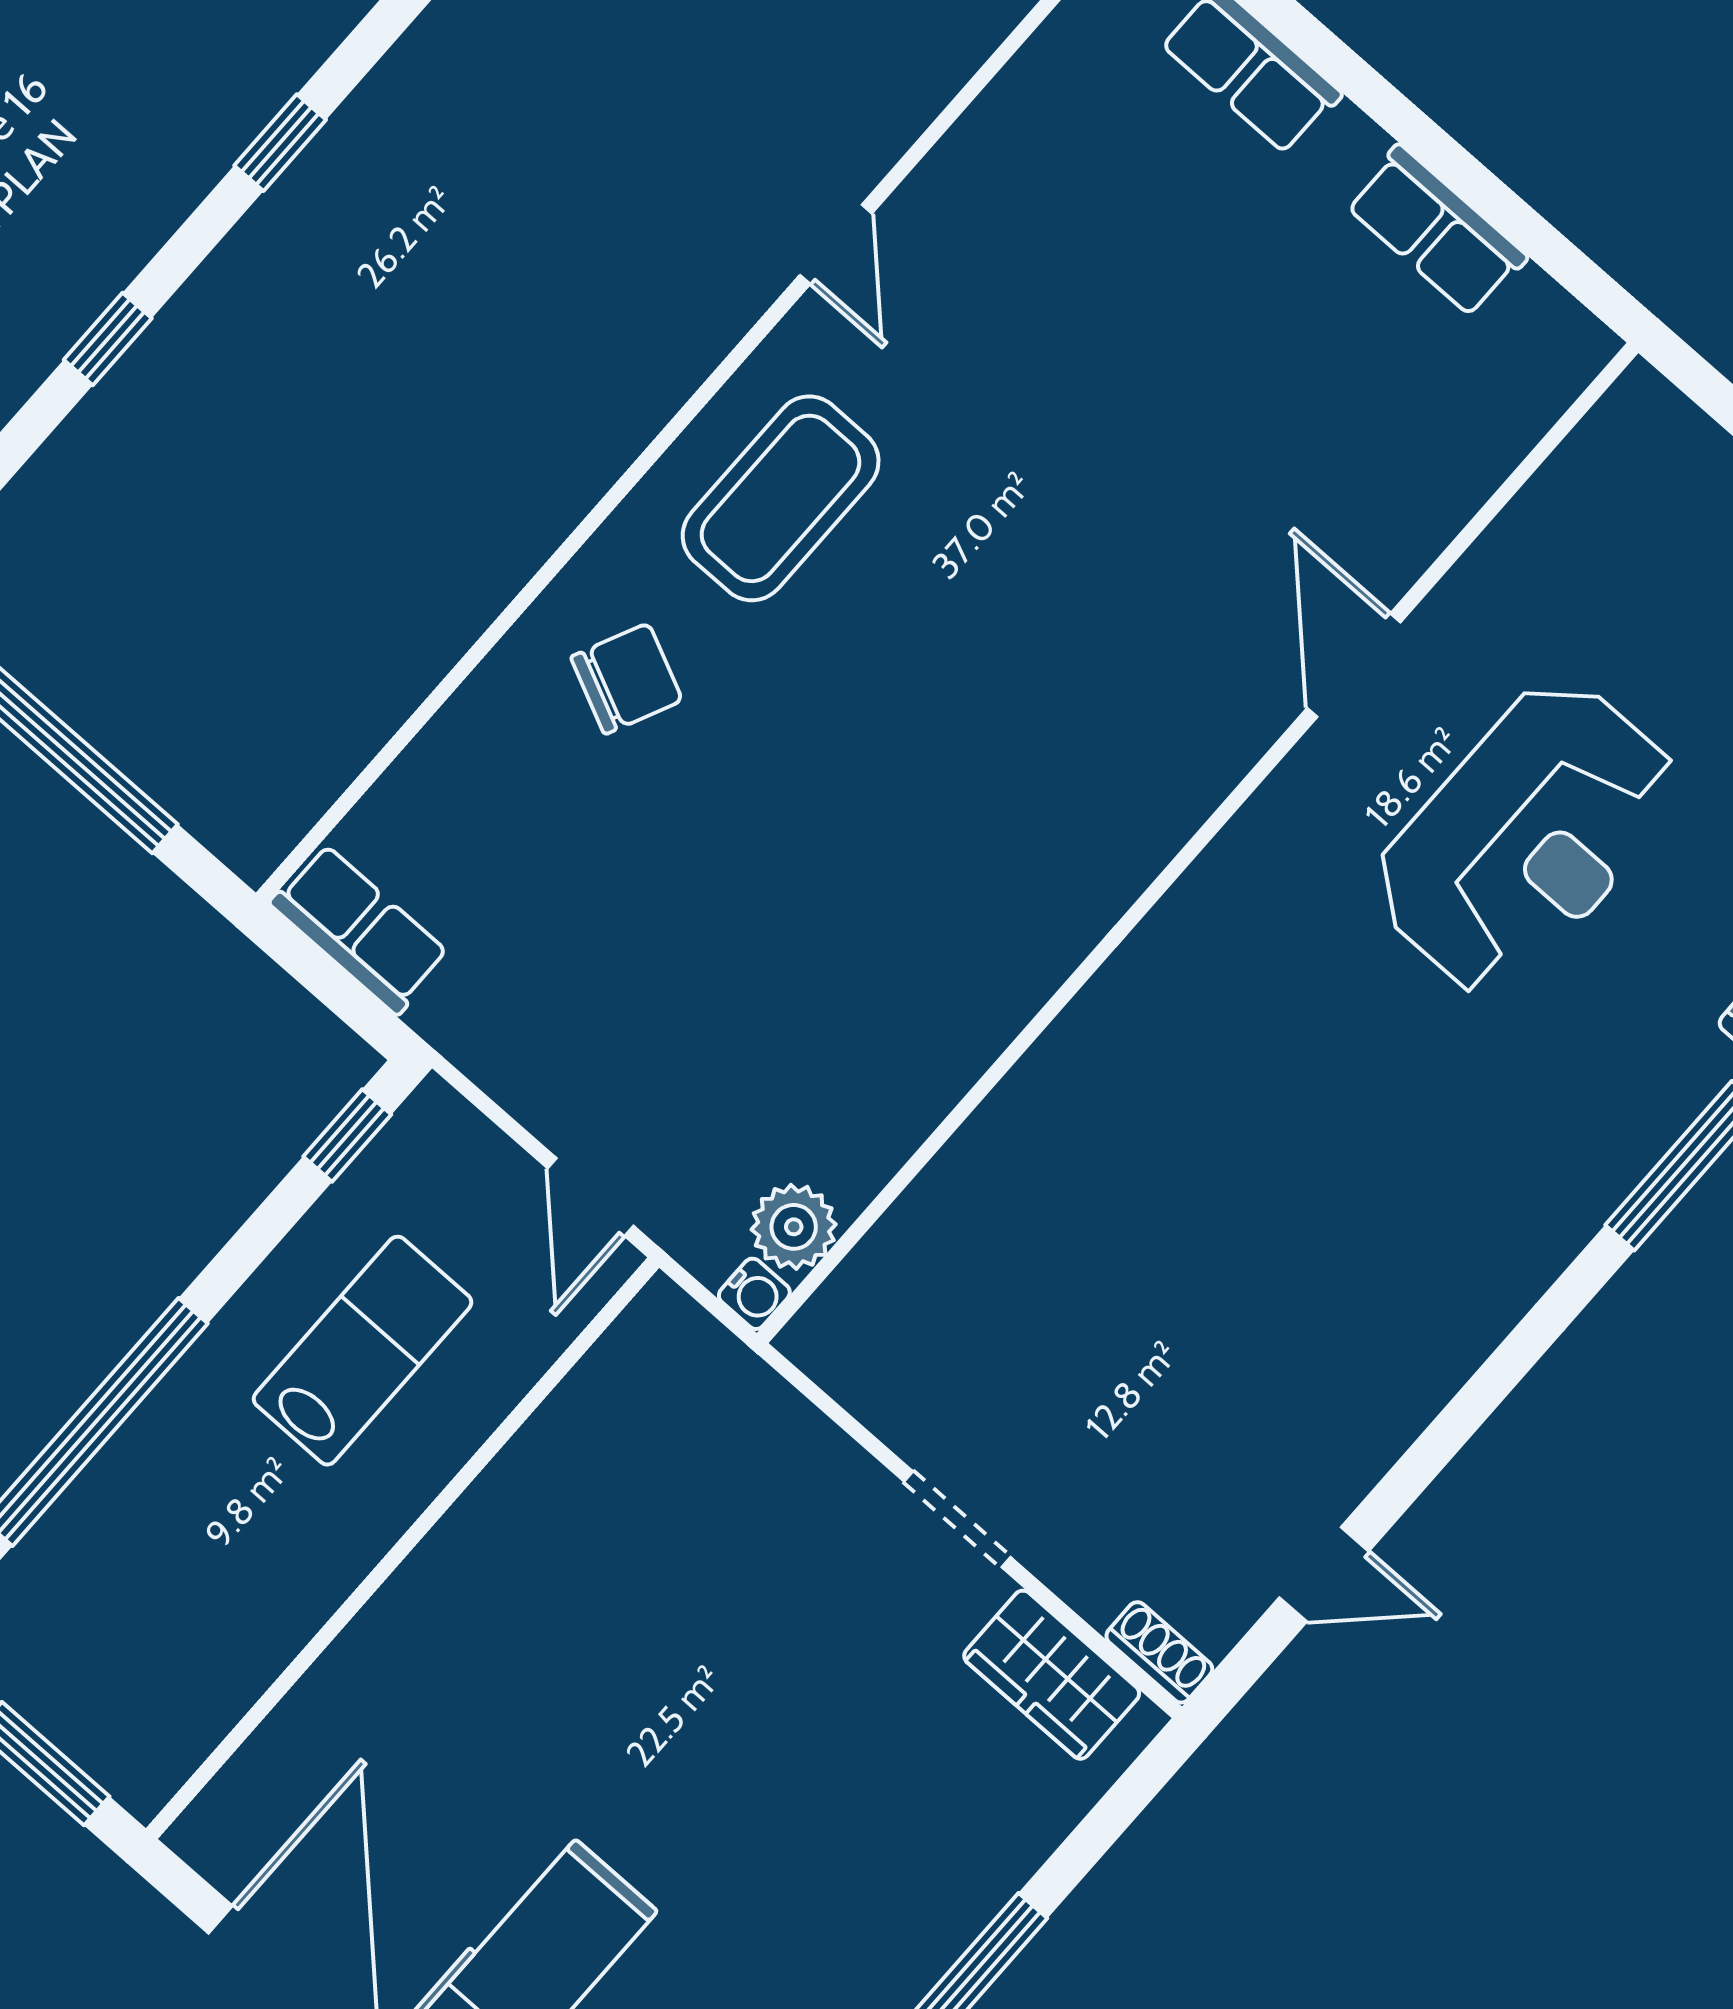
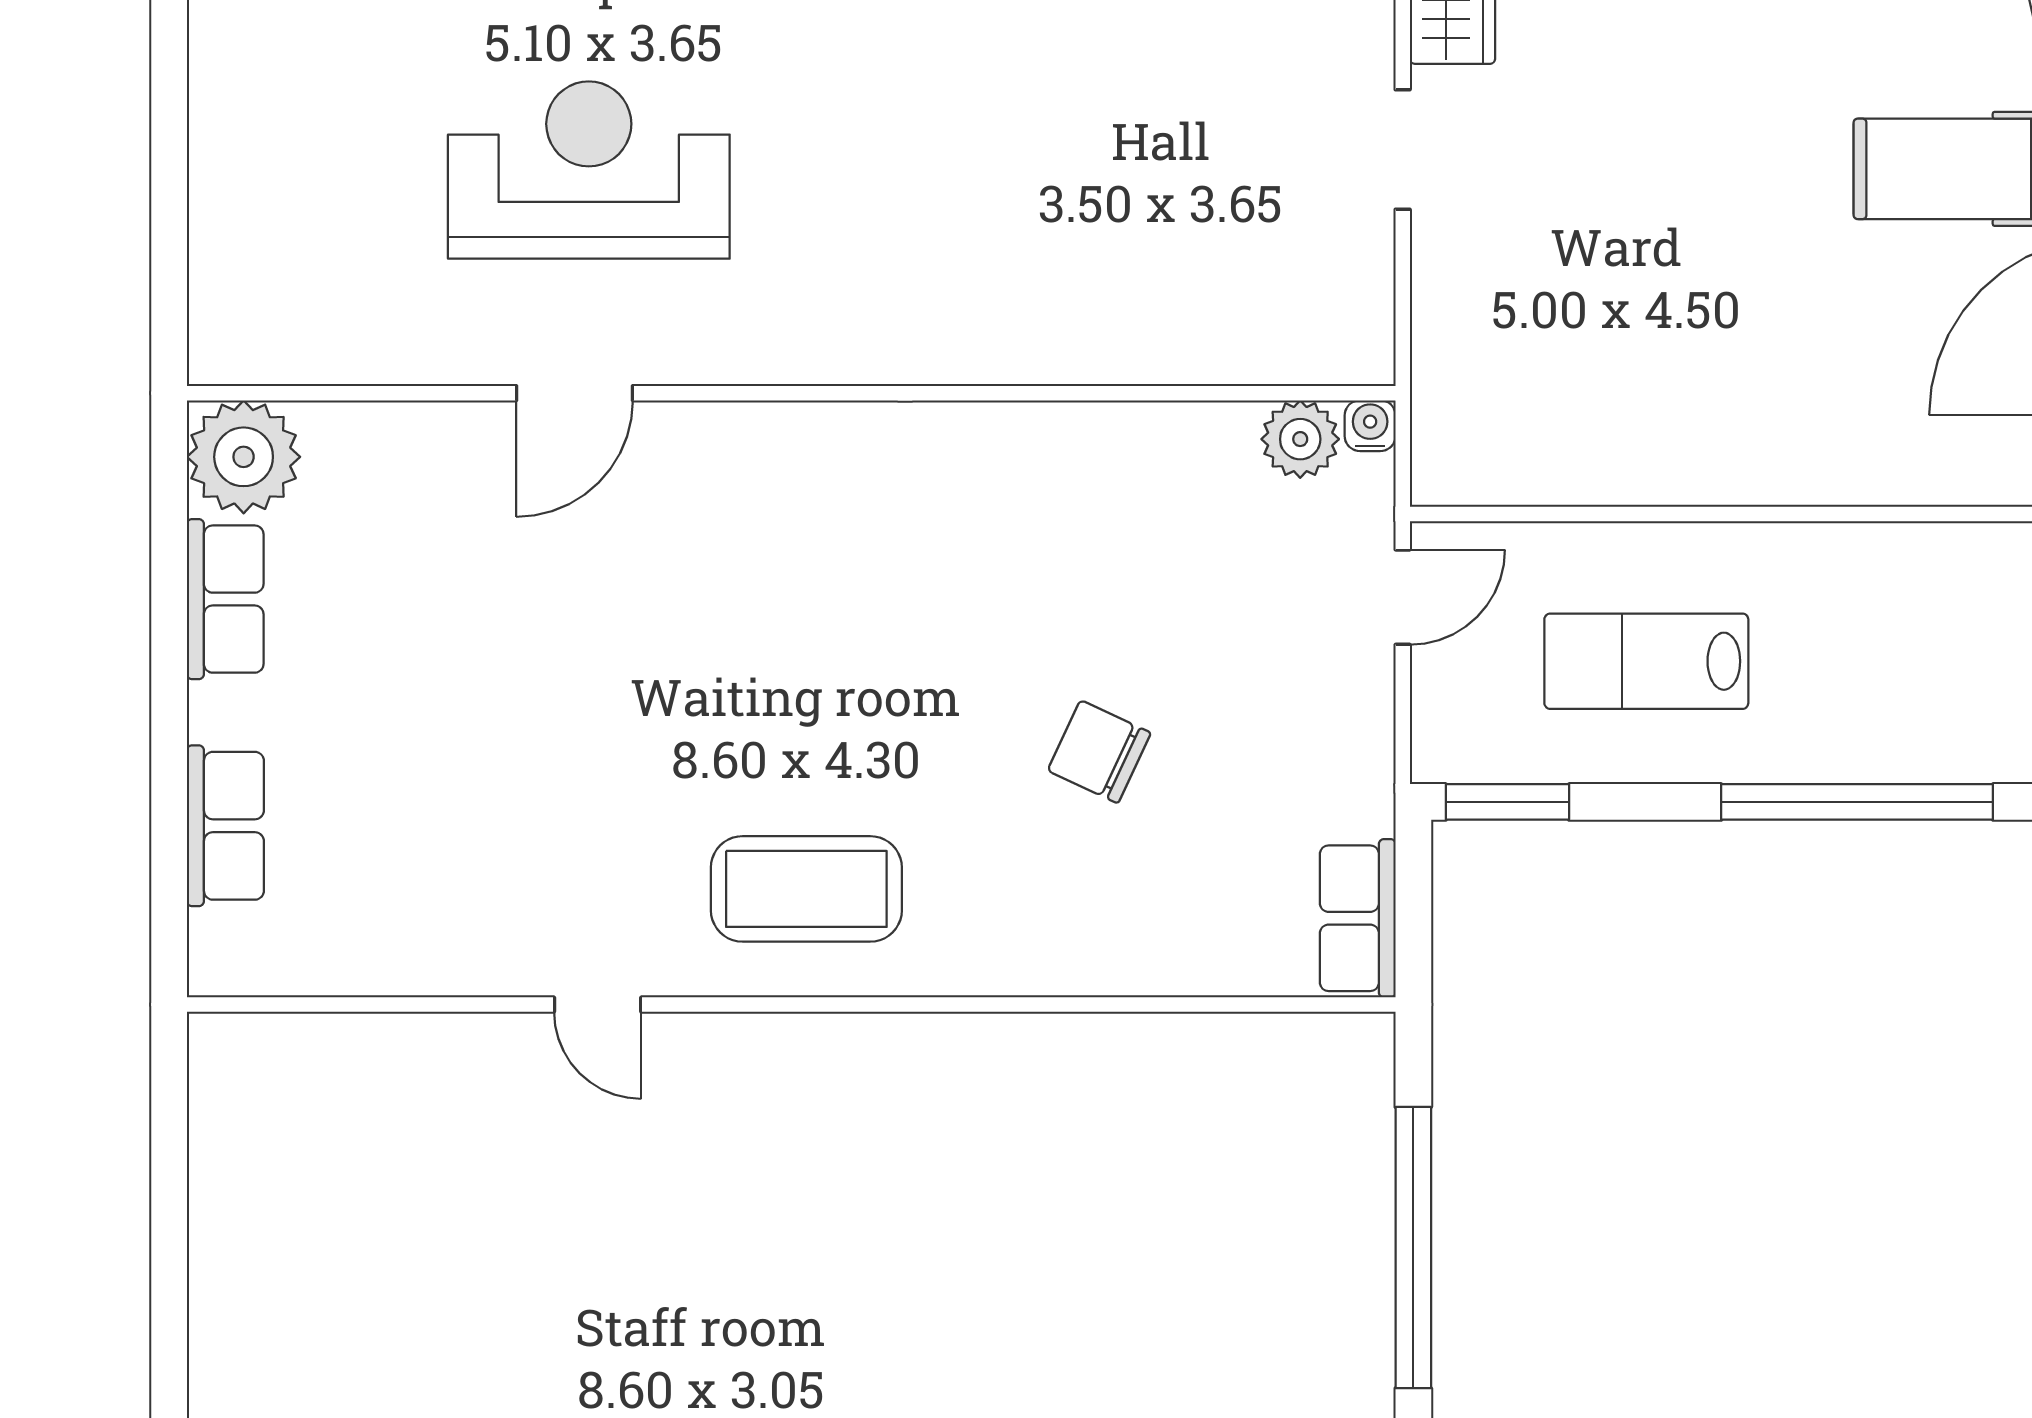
door: (836, 244) -> (598, 1005), swing flipped
plant: (1540, 348) -> (244, 457), added
chair: (627, 679) -> (1099, 752), moved
window: (347, 1135) -> (1507, 802), width x1.50

